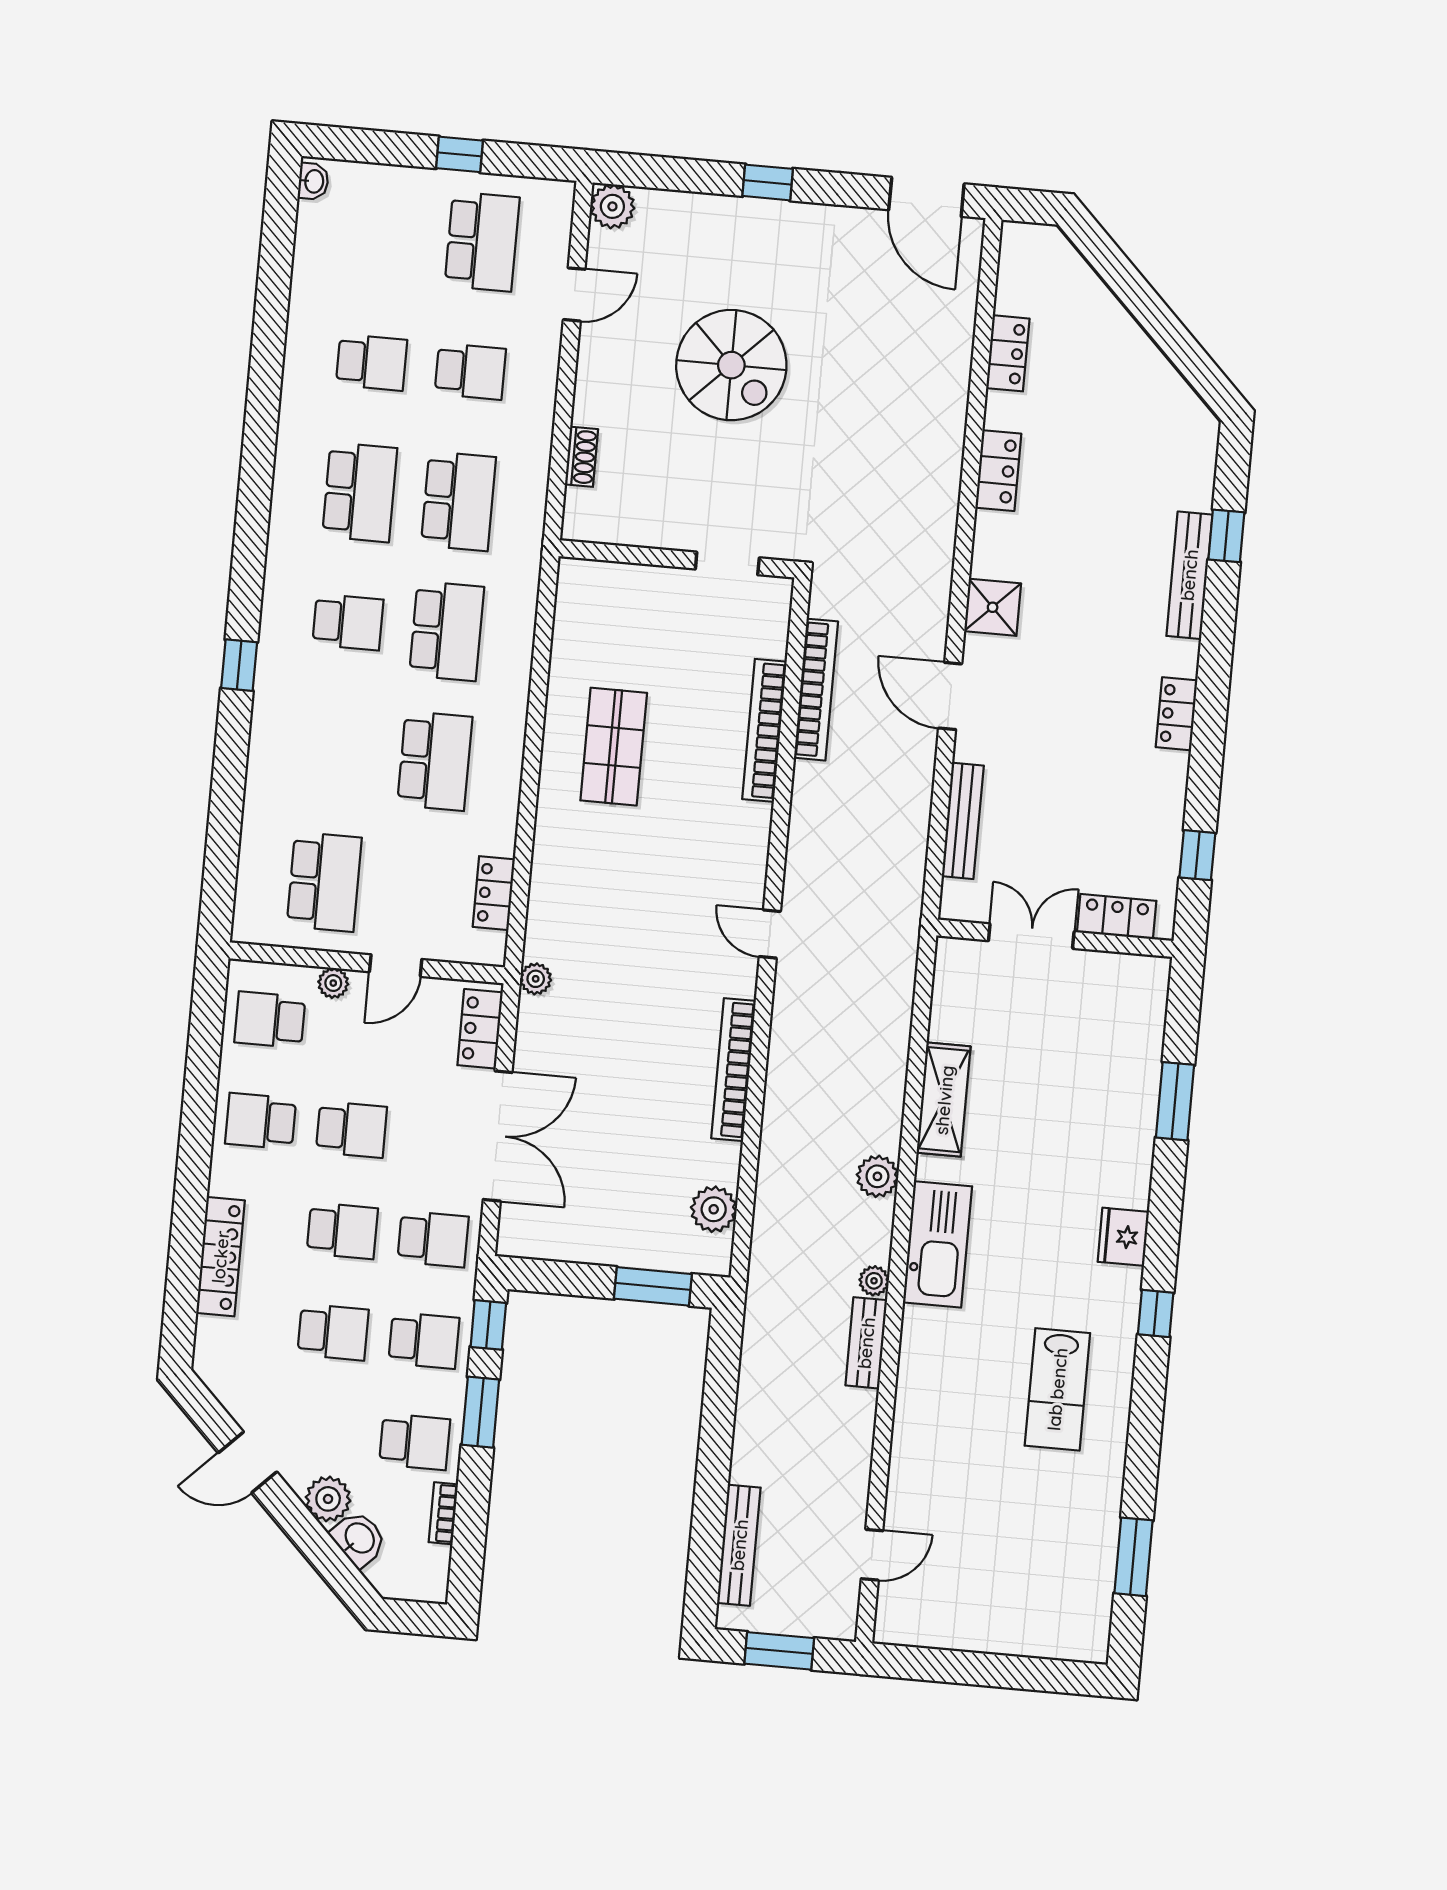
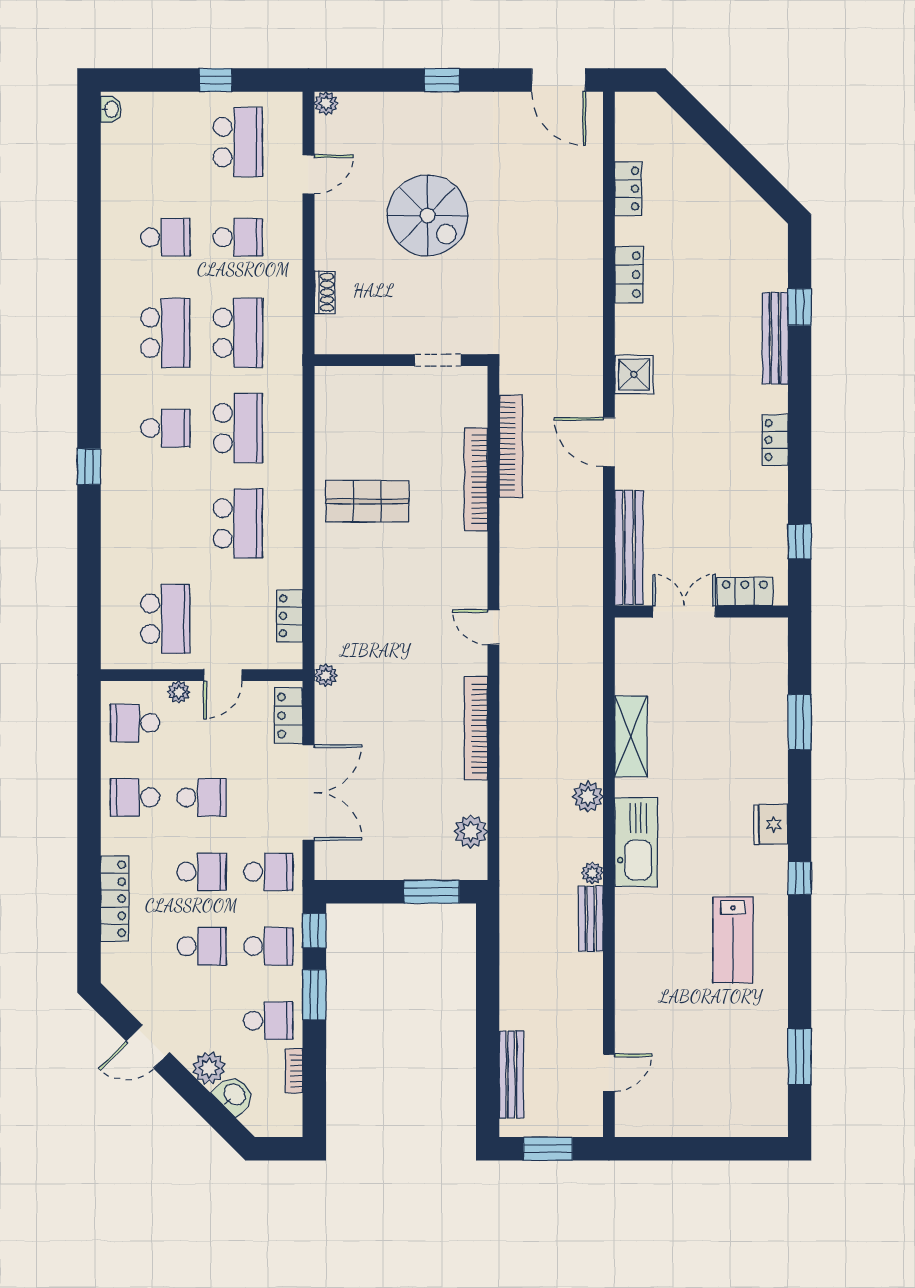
plant: (612, 206) -> (326, 103), width x0.73, depth x0.73
shop shelf: (614, 747) -> (367, 501), turned 90
bench: (963, 821) -> (629, 547), width x1.37, depth x1.21

